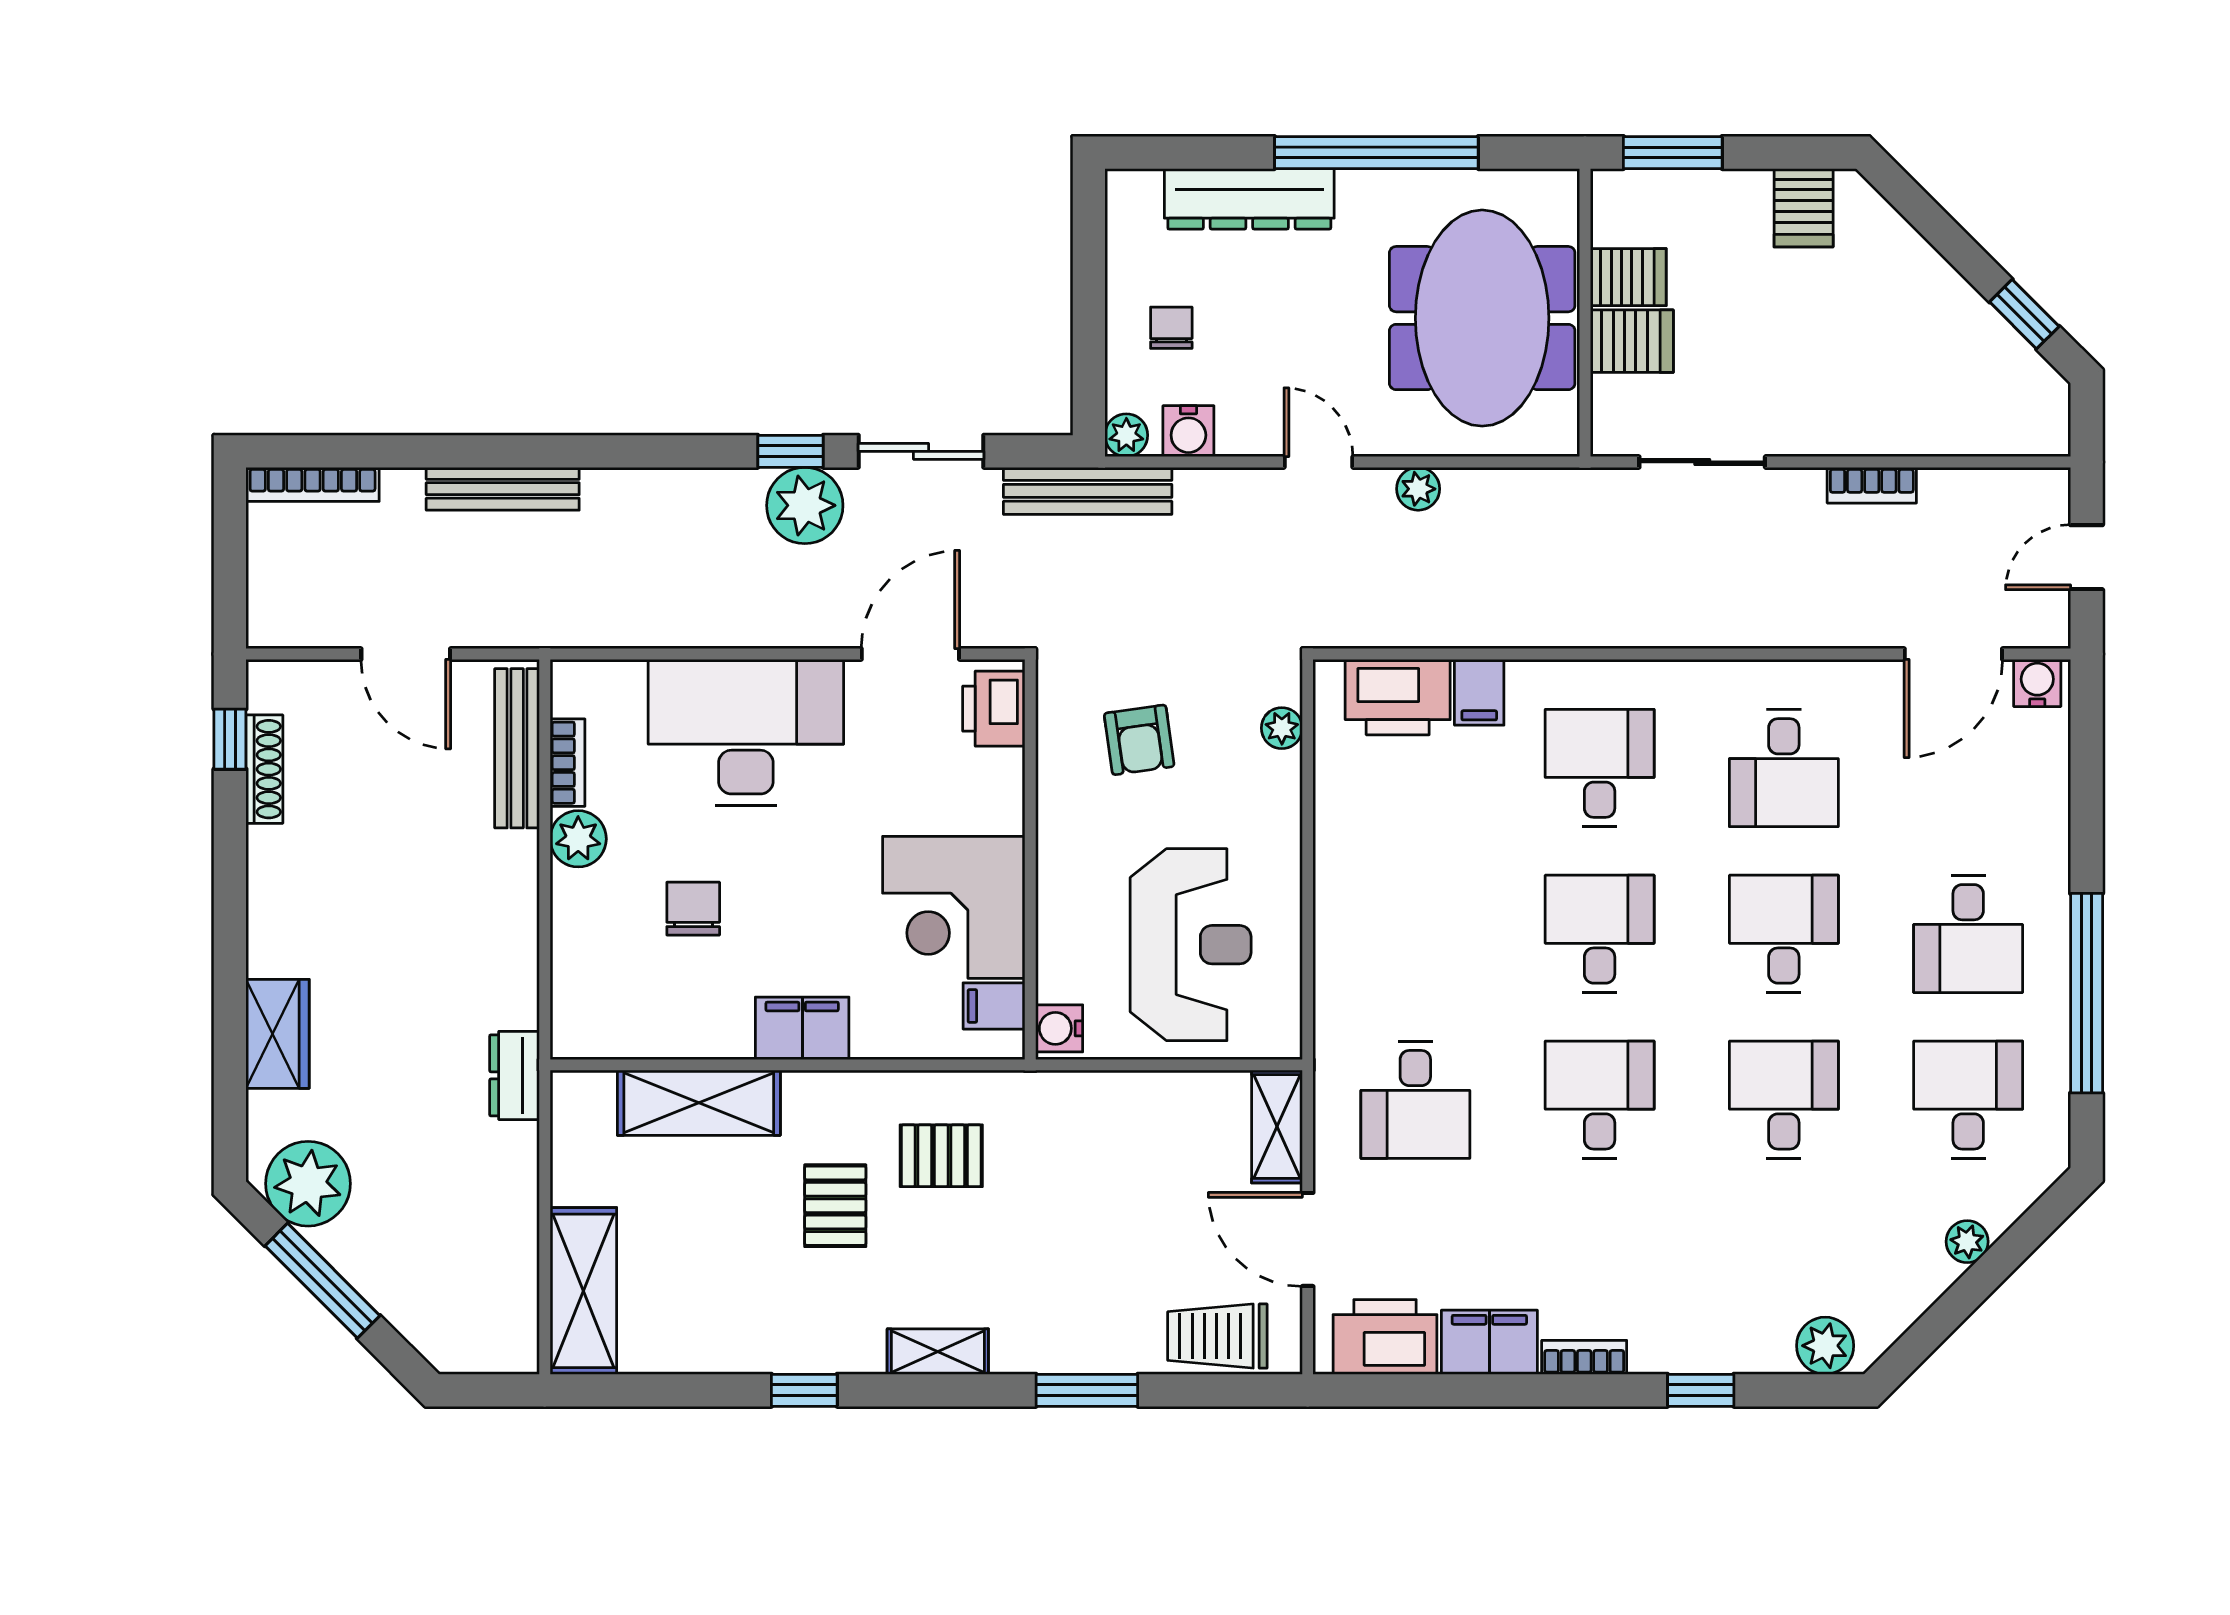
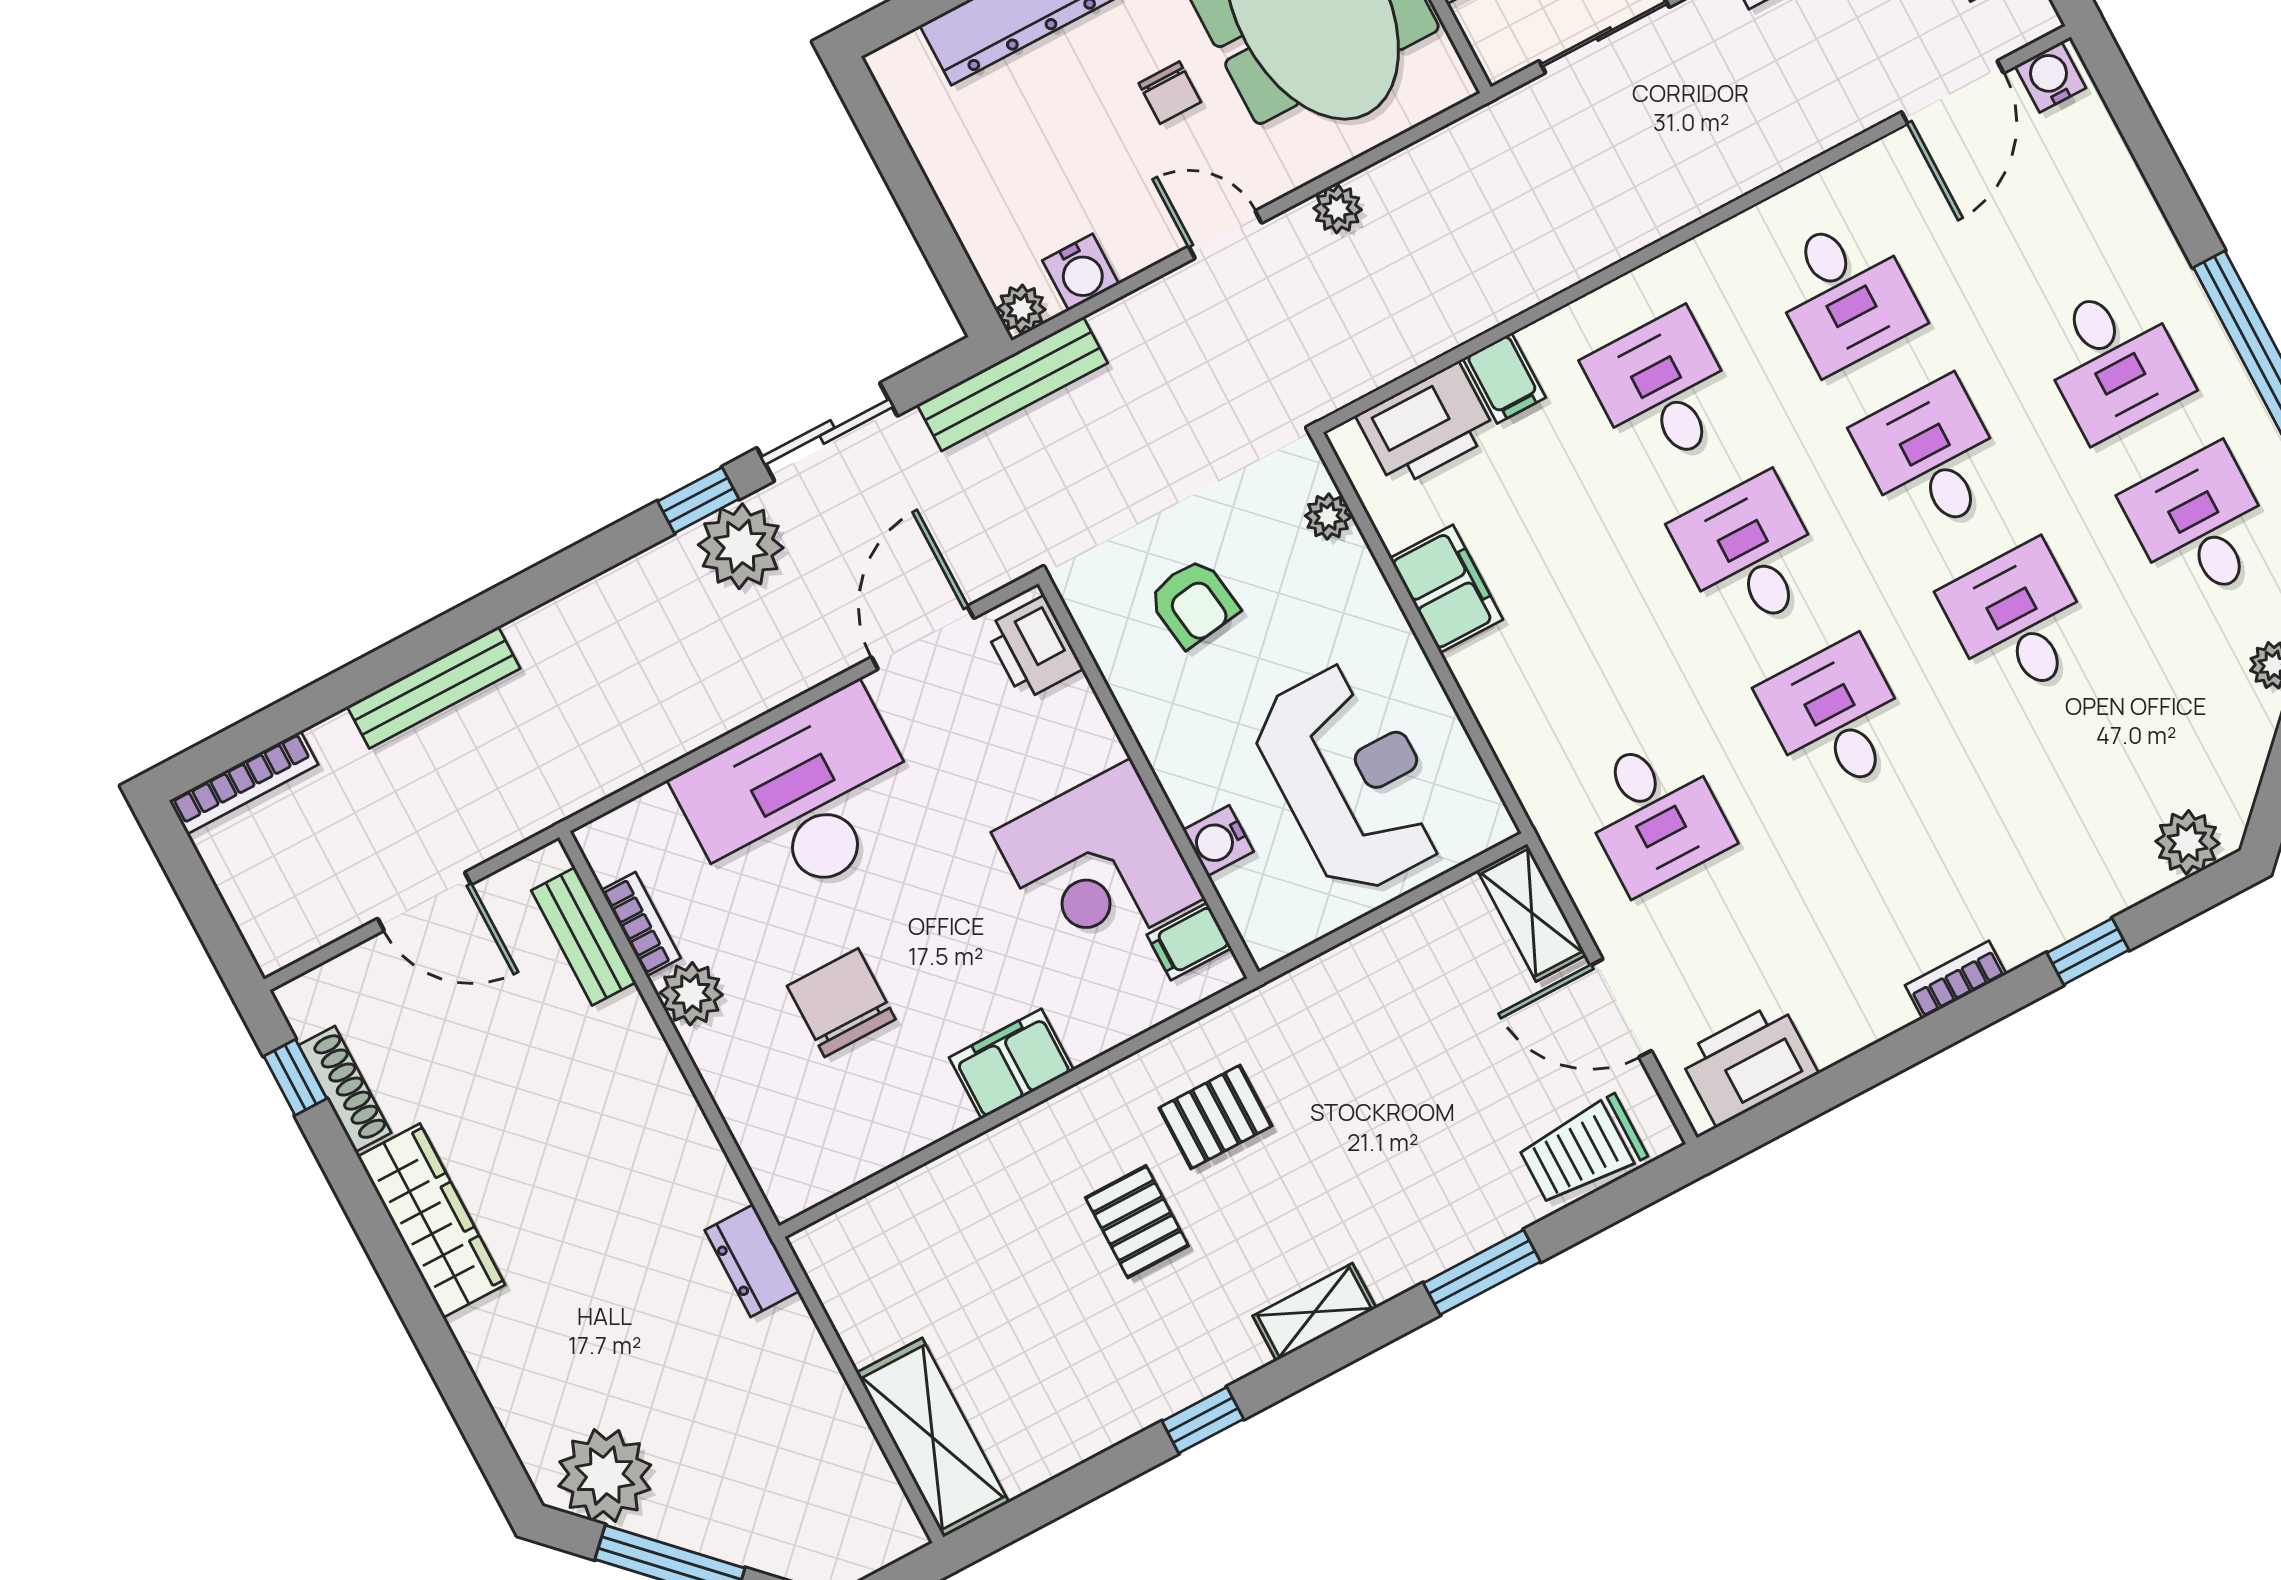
chair: (1171, 328) -> (1170, 93), moved, turned 180
bench: (517, 748) -> (584, 936), width x0.73
chair: (693, 909) -> (841, 1003), width x1.37, depth x1.37
water cooler: (1059, 1028) -> (1218, 841), moved
wardrobe: (278, 1034) -> (431, 1221), moved, width x1.50
shelving: (699, 1103) -> (948, 1191), removed
filing cabinet: (1489, 1342) -> (1446, 589), moved, turned 90

